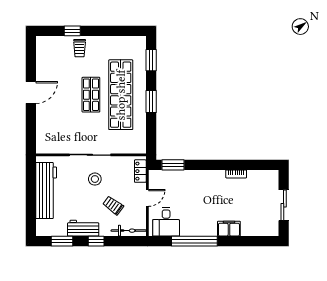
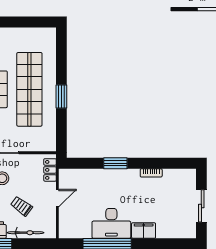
window: (151, 60) -> (61, 53), removed
window: (173, 165) -> (115, 163), moved
desk: (166, 222) -> (111, 223), moved, width x1.37
bicycle: (129, 231) -> (26, 233), moved

